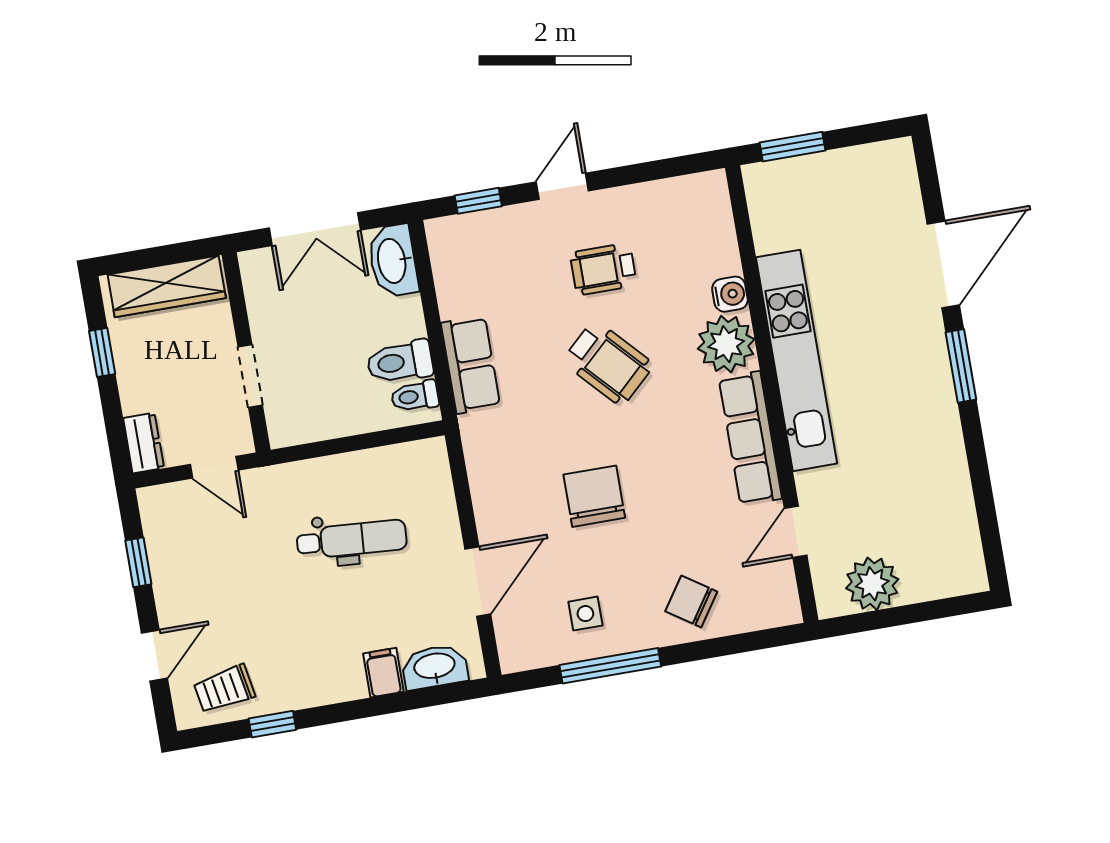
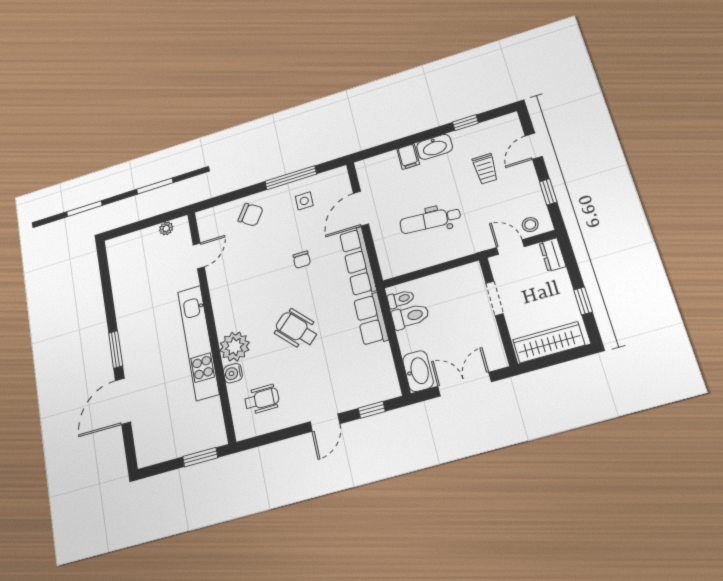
wheelchair: (603, 269) -> (262, 399), moved
row of seats: (750, 438) -> (358, 262), moved, turned 180
chair: (594, 496) -> (302, 260), width x0.54, depth x0.54
stool: (176, 505) -> (530, 225), added
plant: (872, 584) -> (166, 228), width x0.53, depth x0.53
washbasin: (435, 667) -> (435, 147), moved
trolley: (224, 689) -> (485, 169), moved, turned 100

